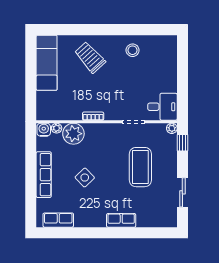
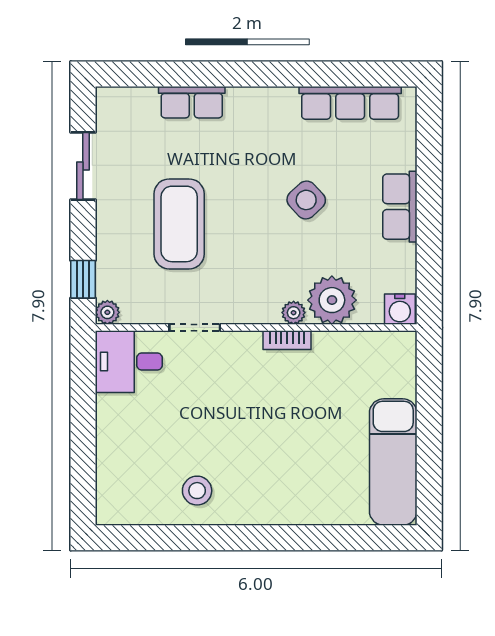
trolley: (90, 57) -> (294, 474), removed
plant: (57, 128) -> (294, 313), moved
row of seats: (44, 175) -> (400, 207), width x0.68
row of seats: (58, 220) -> (350, 103), width x1.48
row of seats: (121, 220) -> (192, 102), moved

